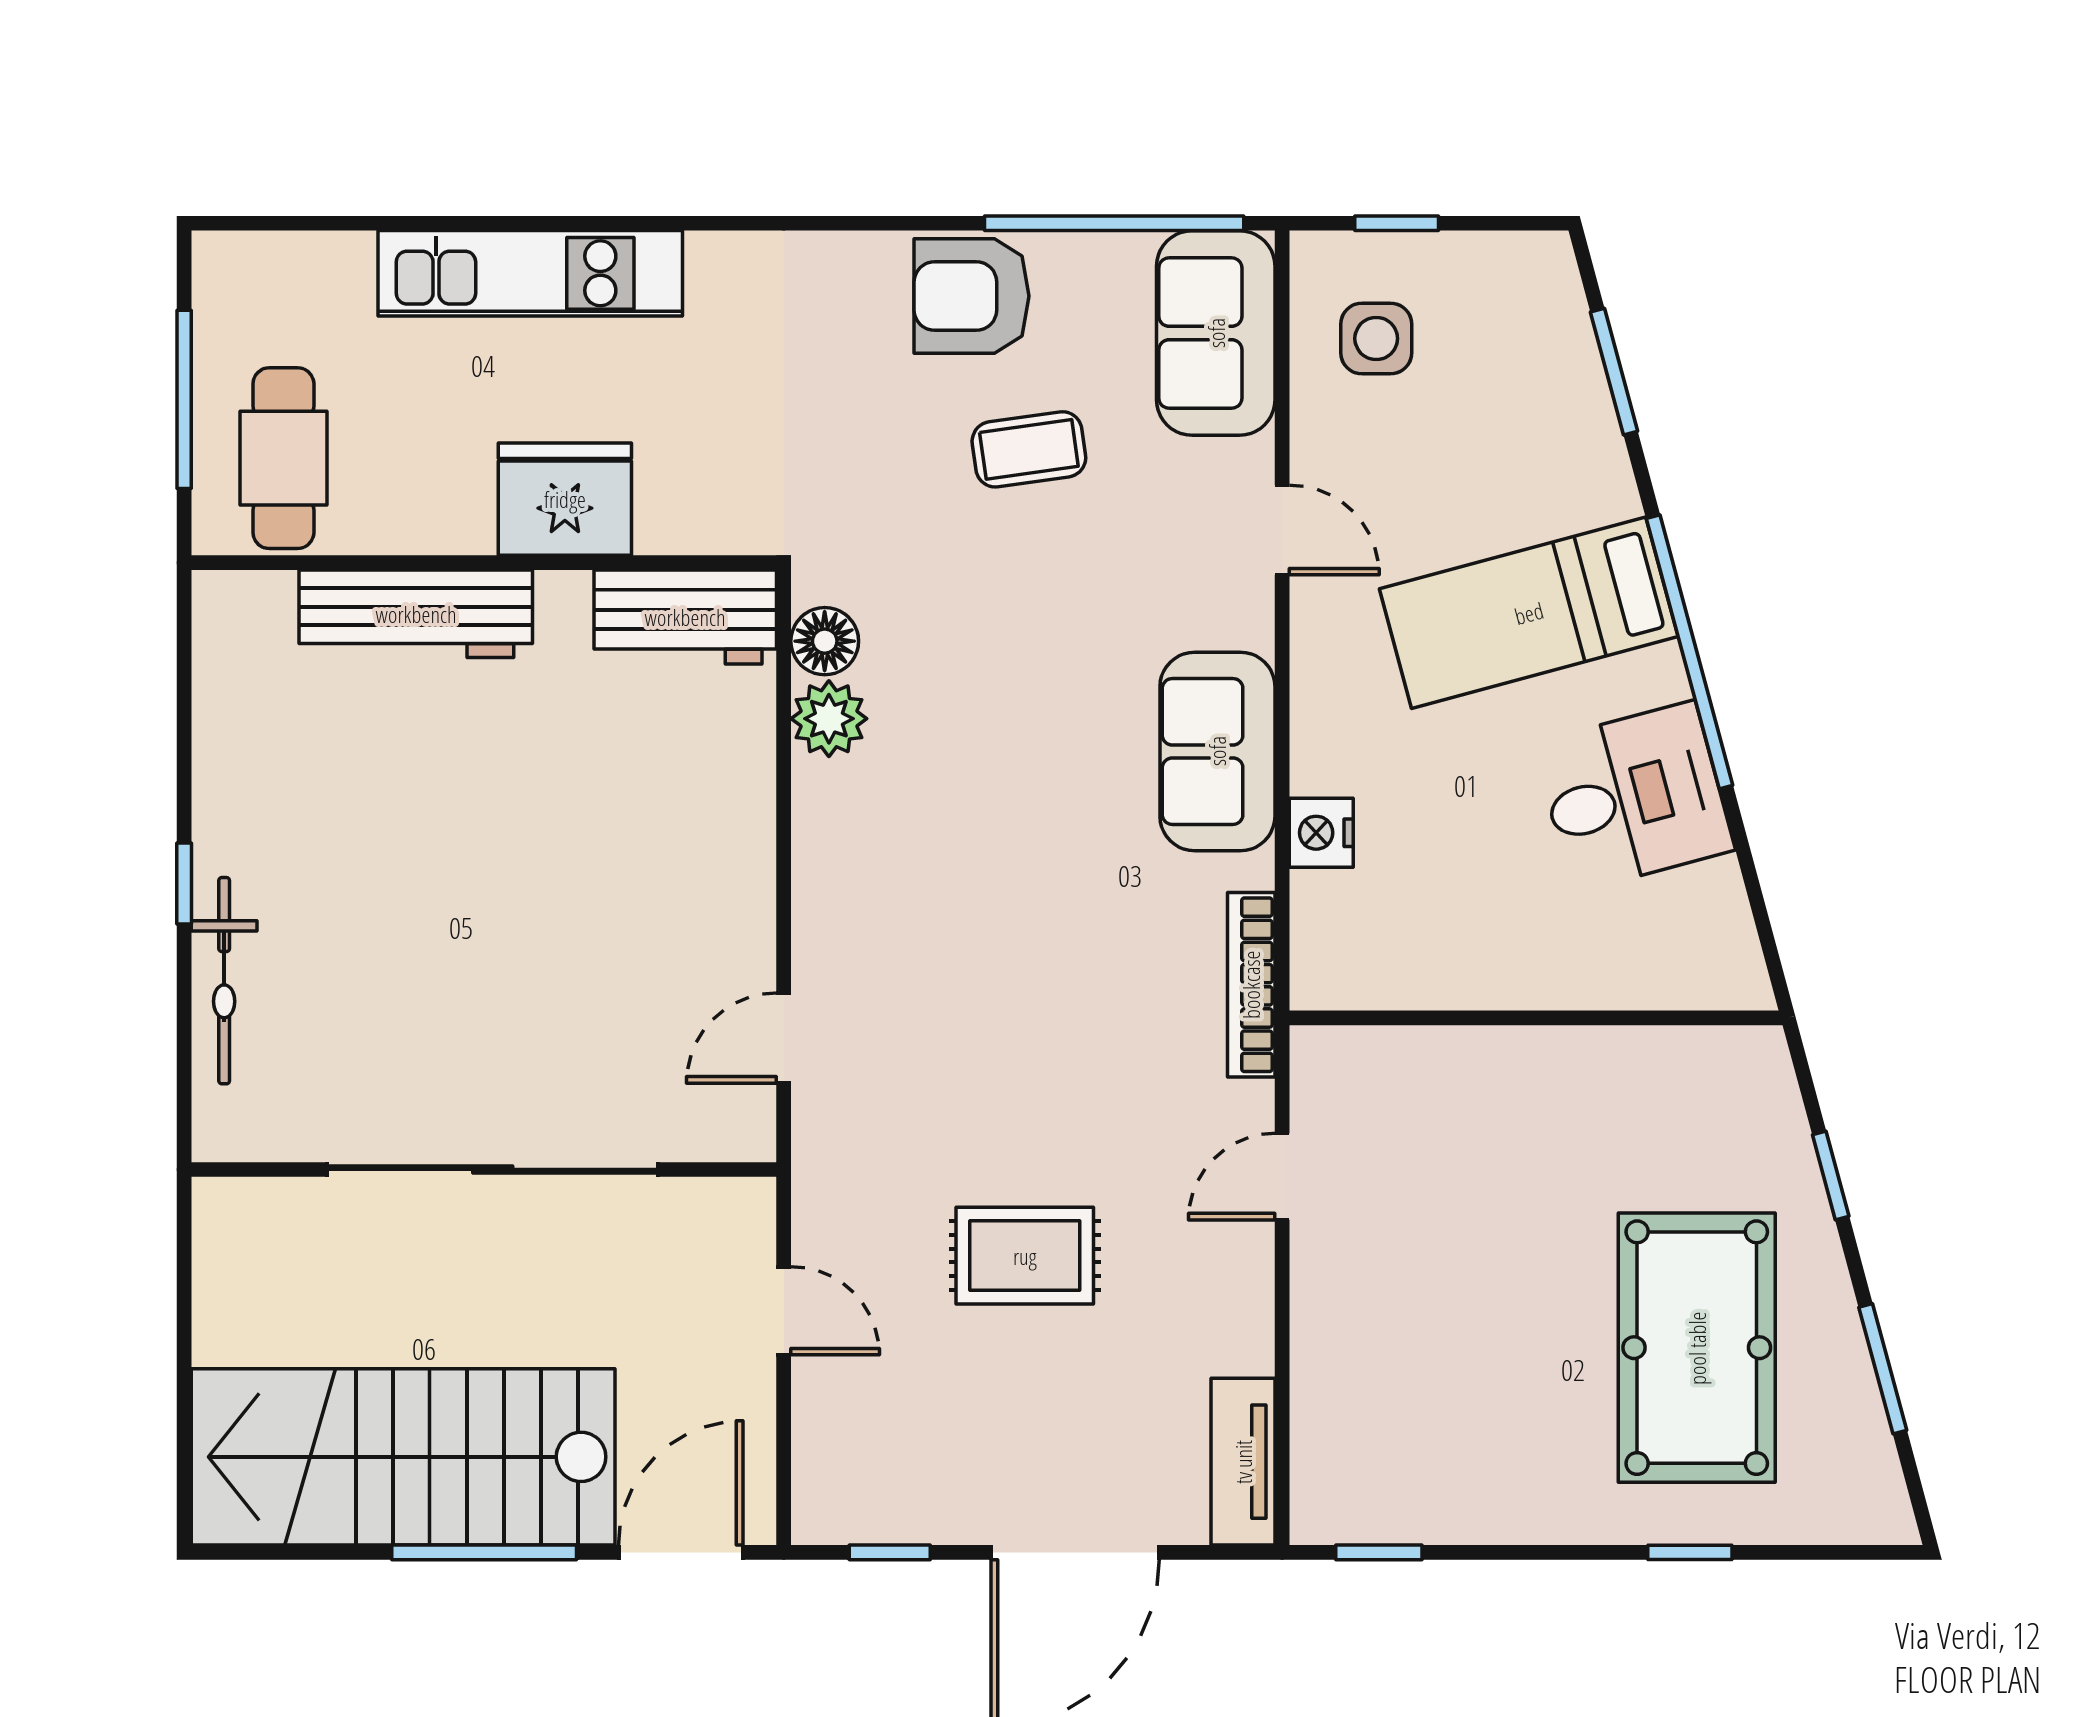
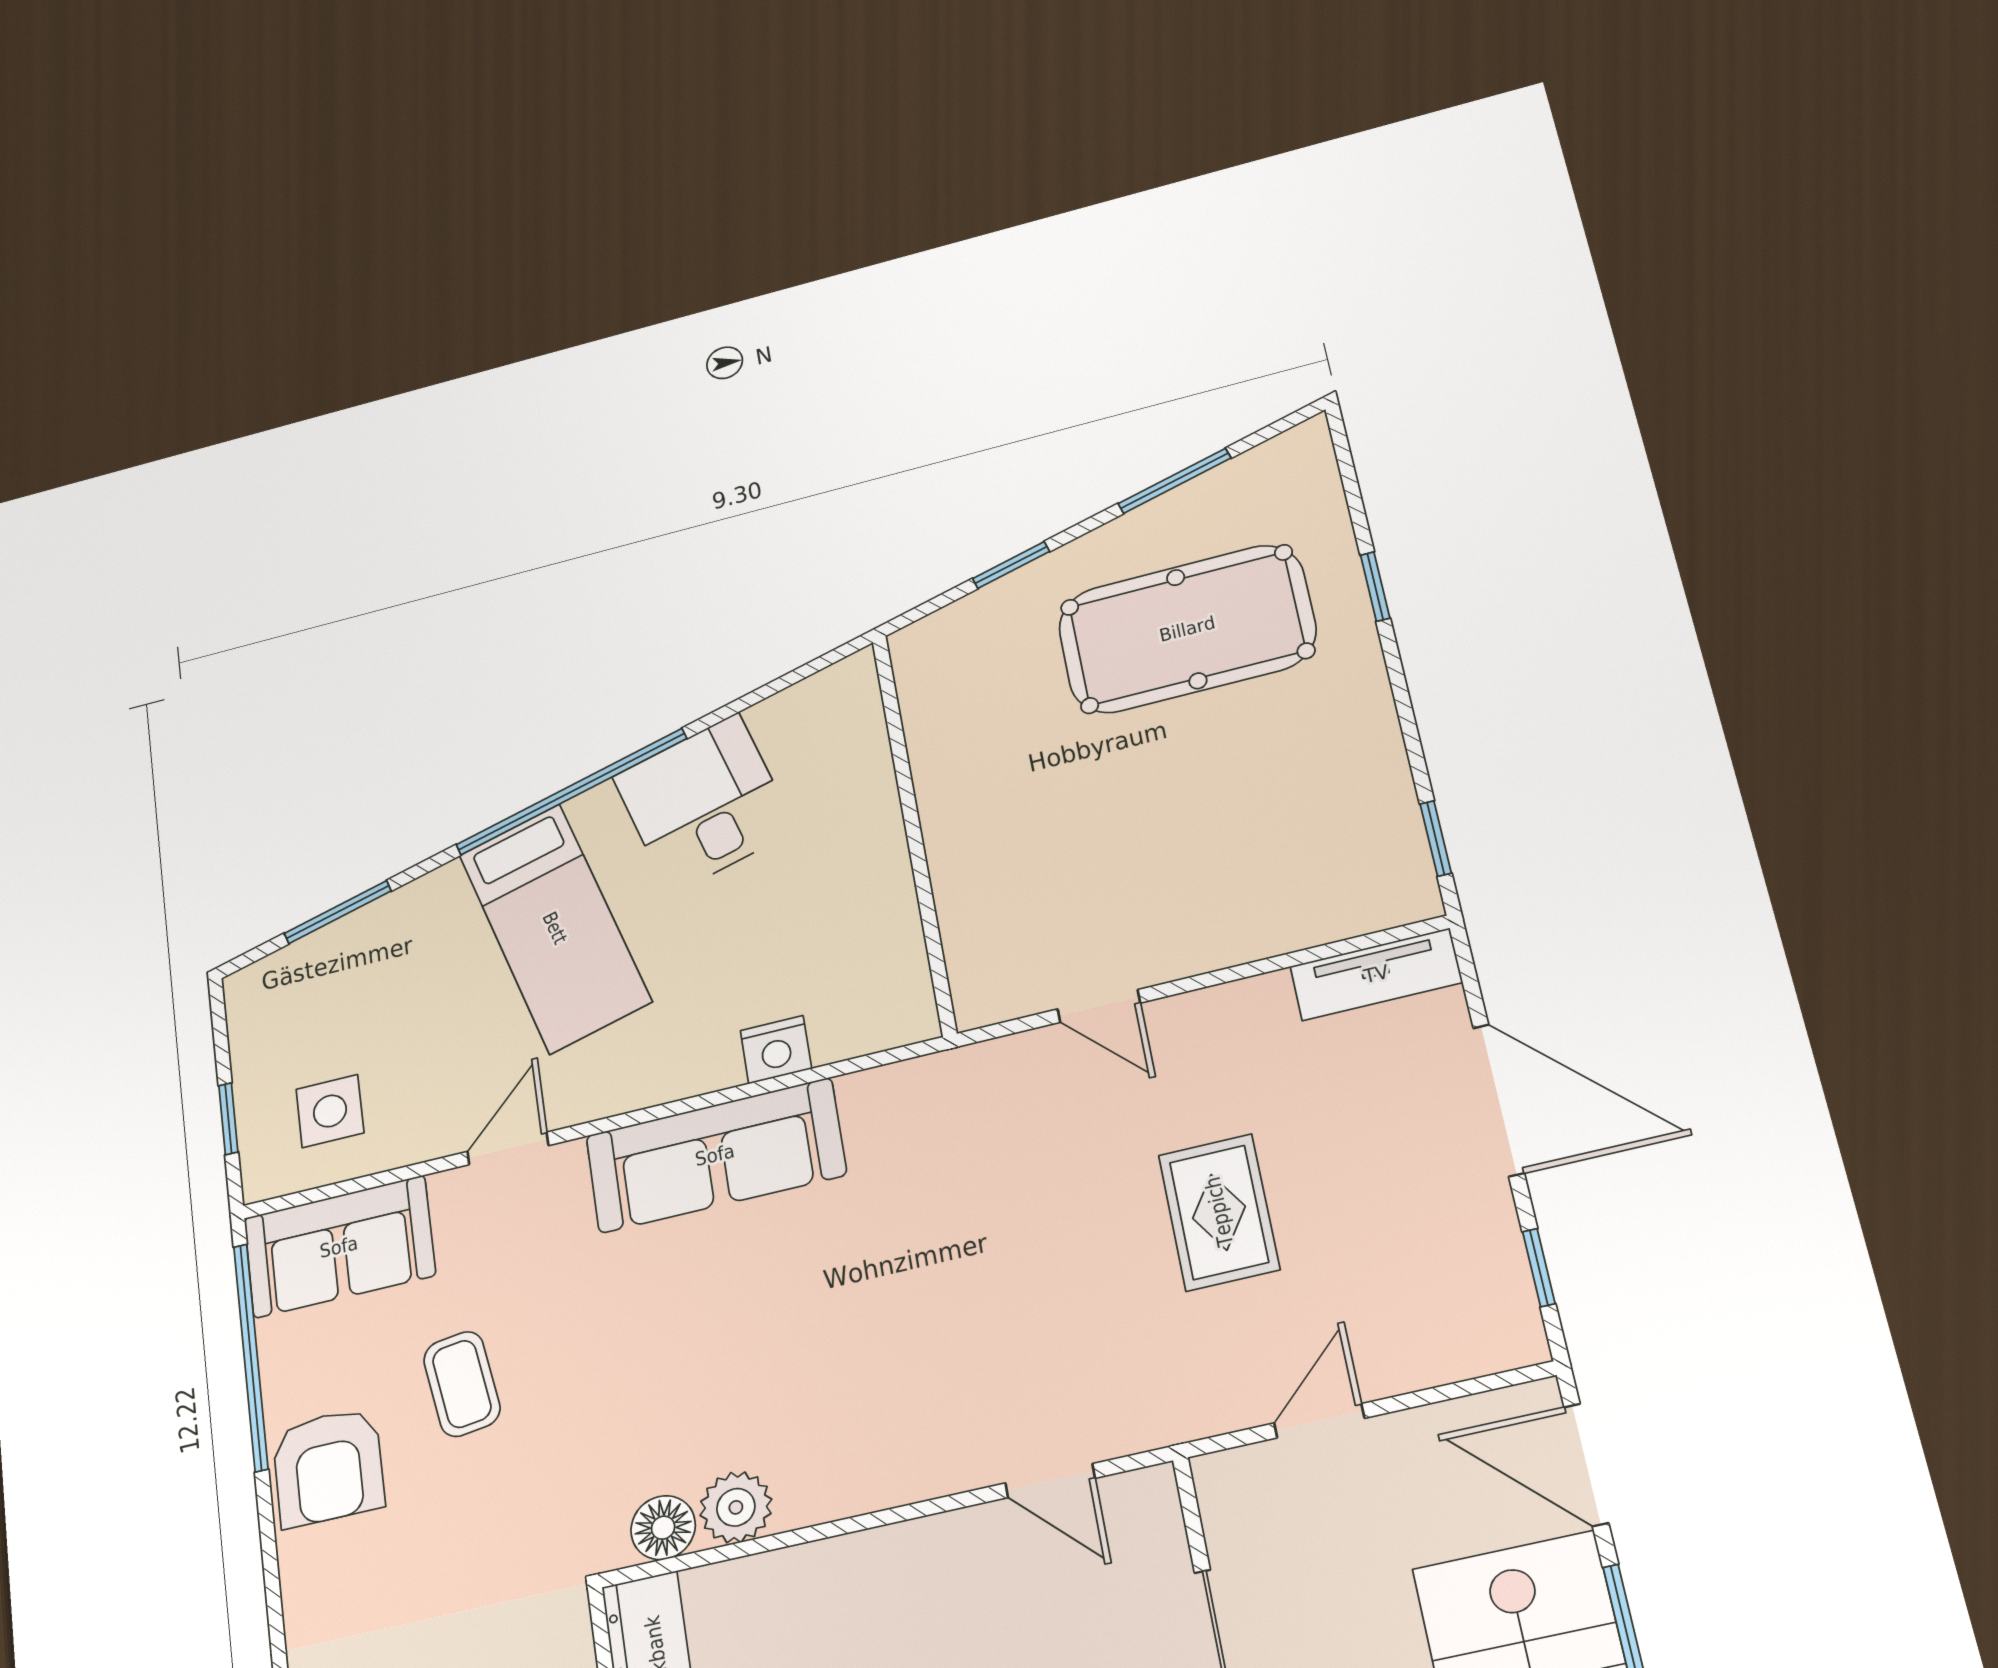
sofa: (1217, 751) -> (715, 1155), width x1.36
bookcase: (1251, 985) -> (925, 1075), removed

